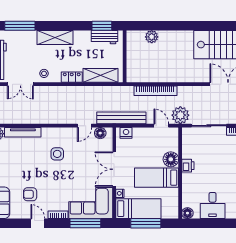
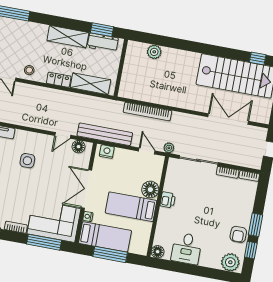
shelving: (55, 37) -> (68, 37), moved
plant: (180, 115) -> (169, 148), width x0.53, depth x0.53

